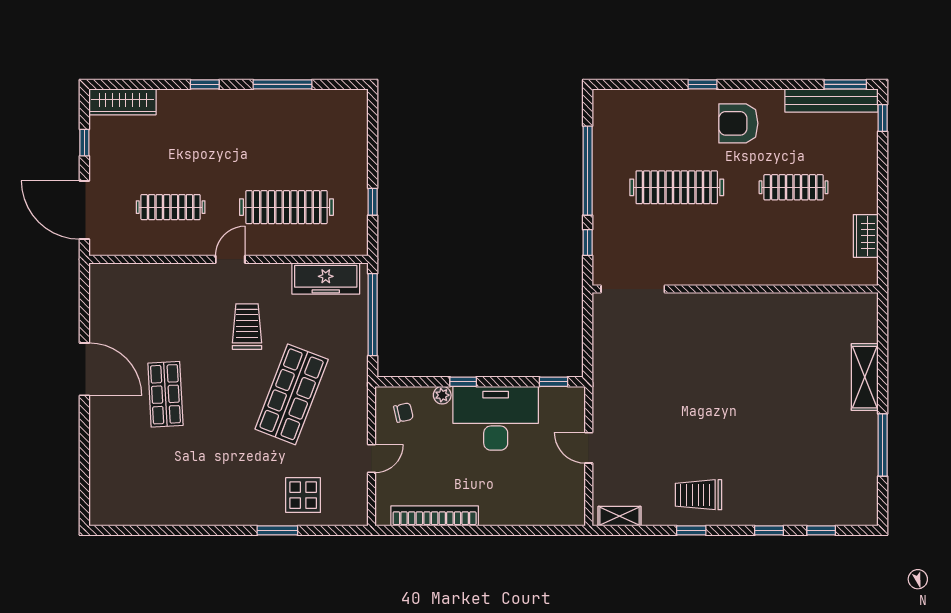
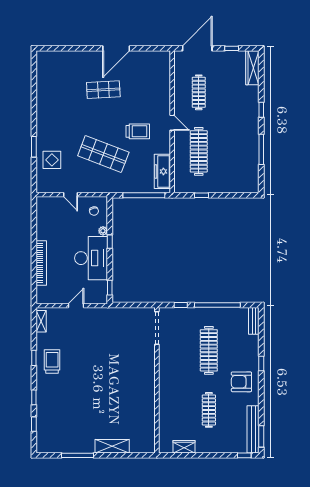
bench: (619, 99) -> (254, 321), added
armchair: (738, 123) -> (241, 382), turned -90
bookcase: (435, 516) -> (41, 263), moved

